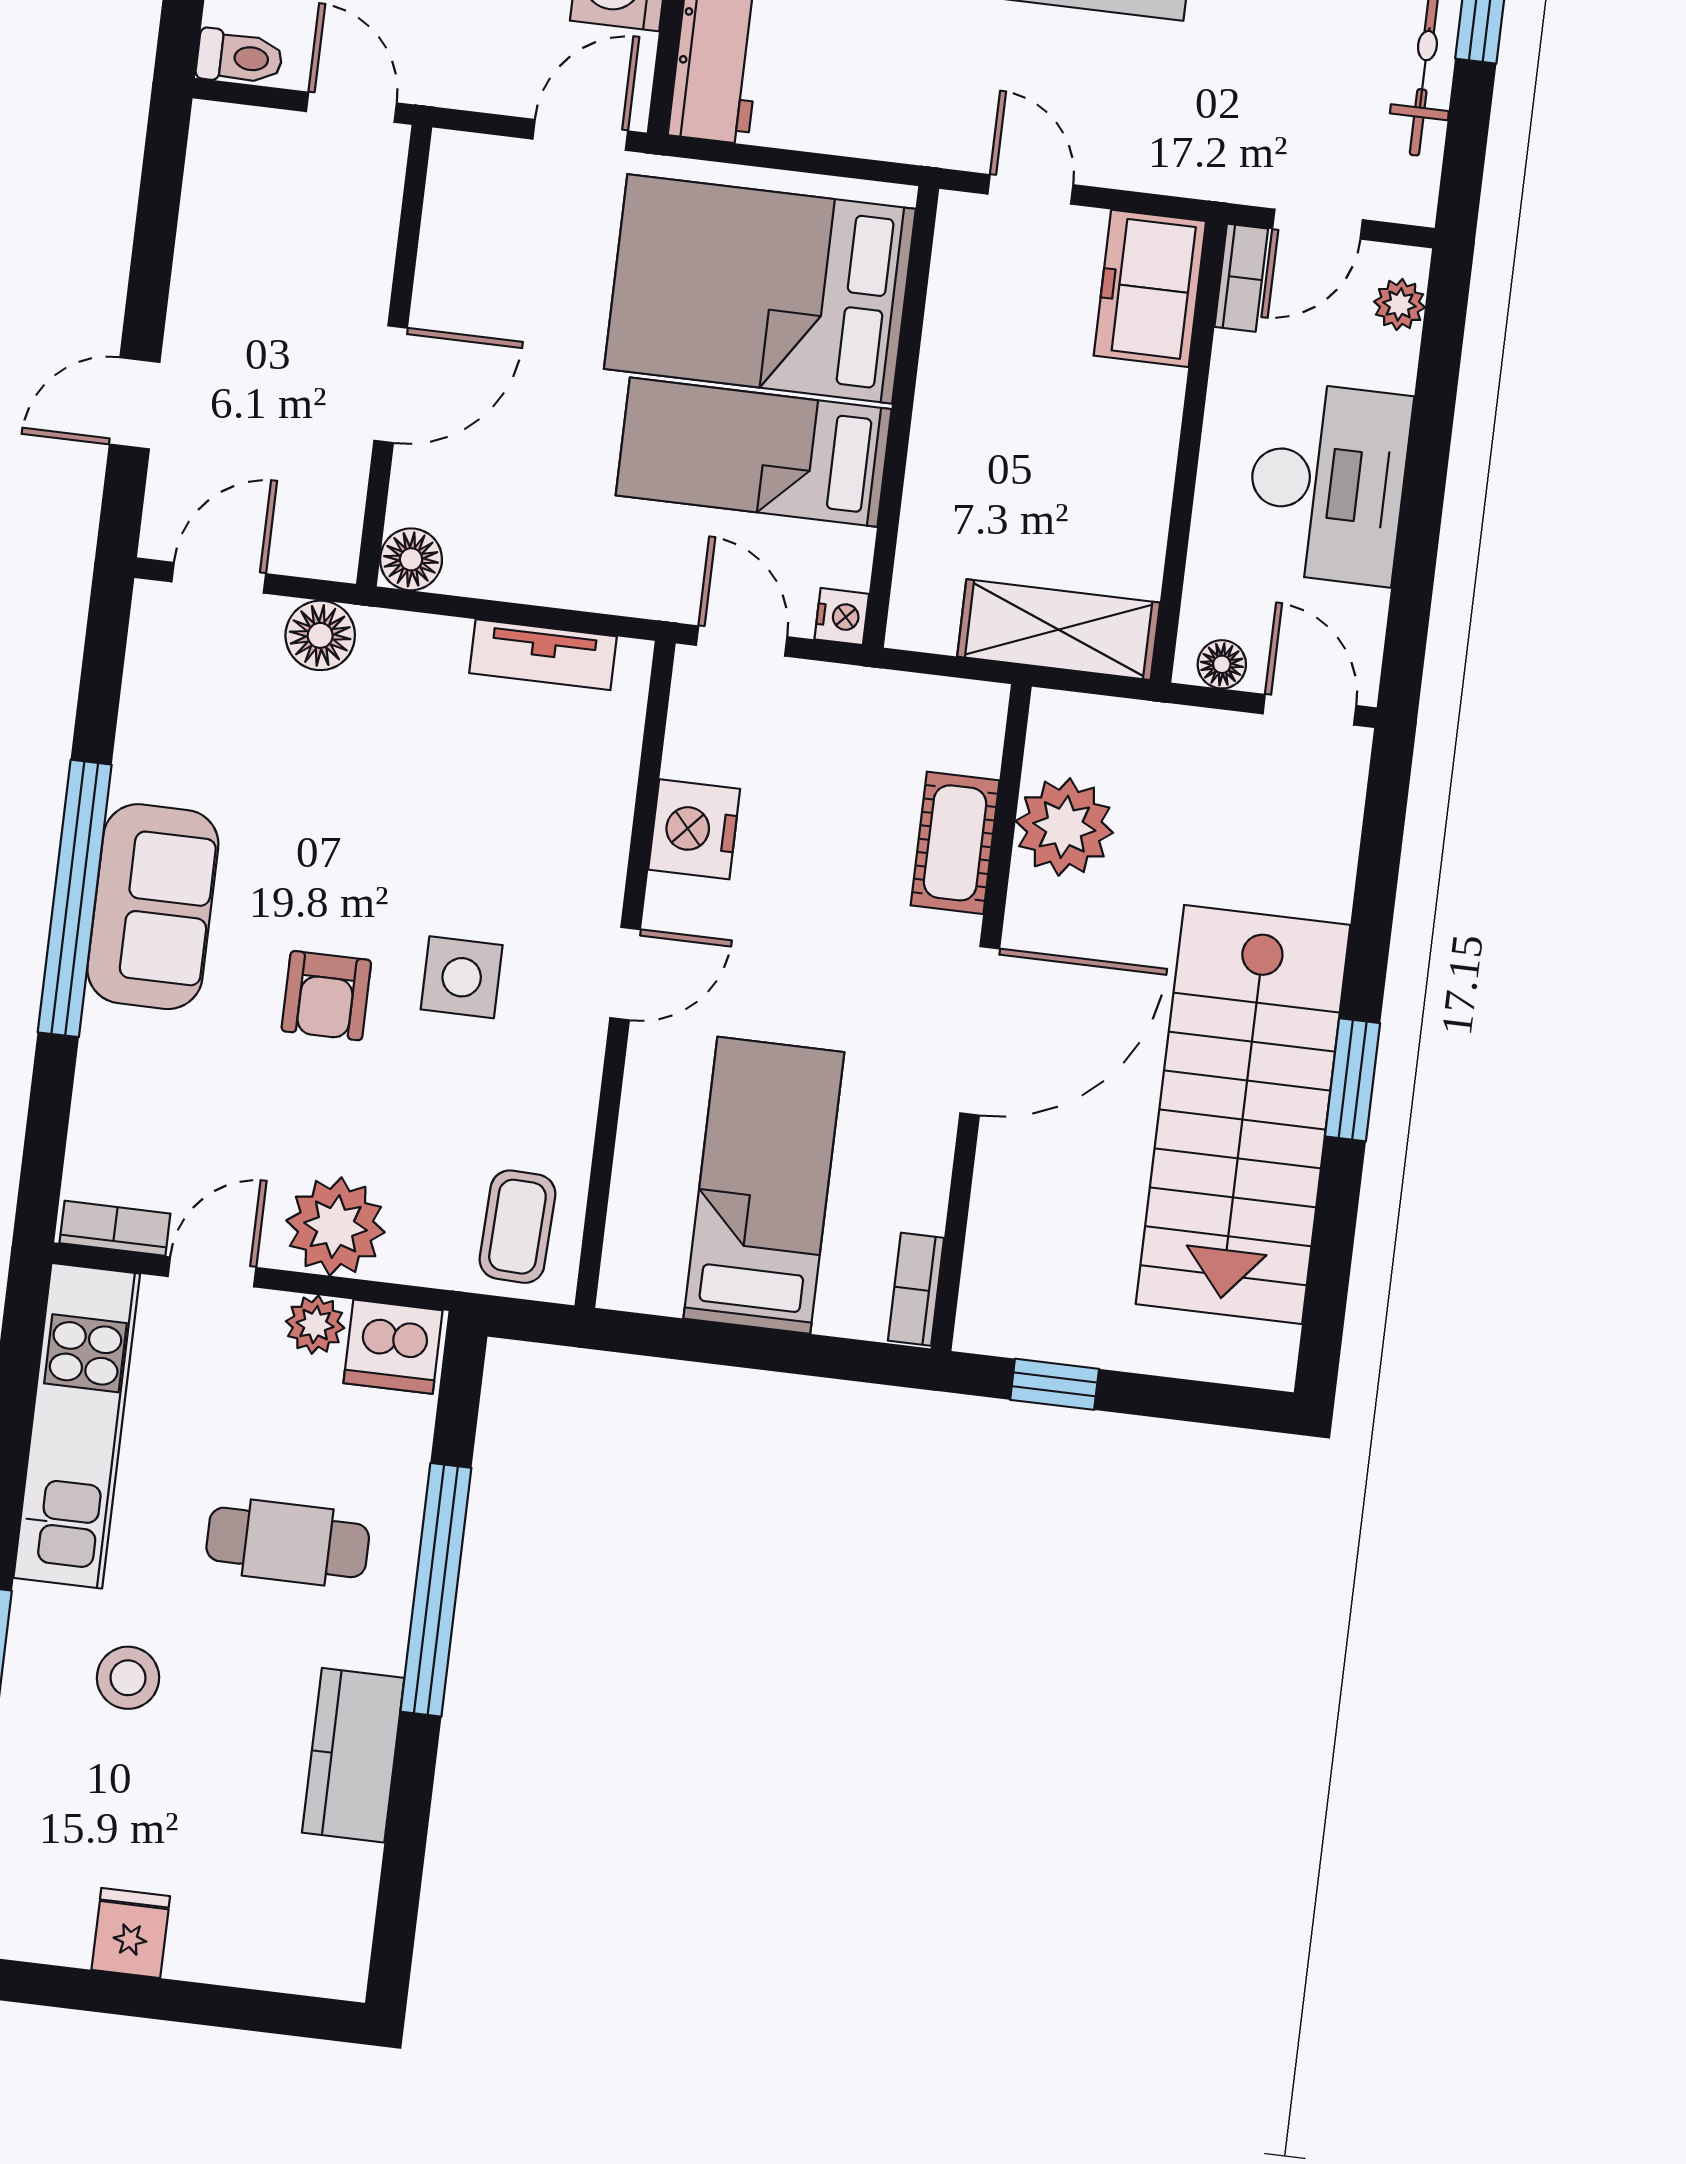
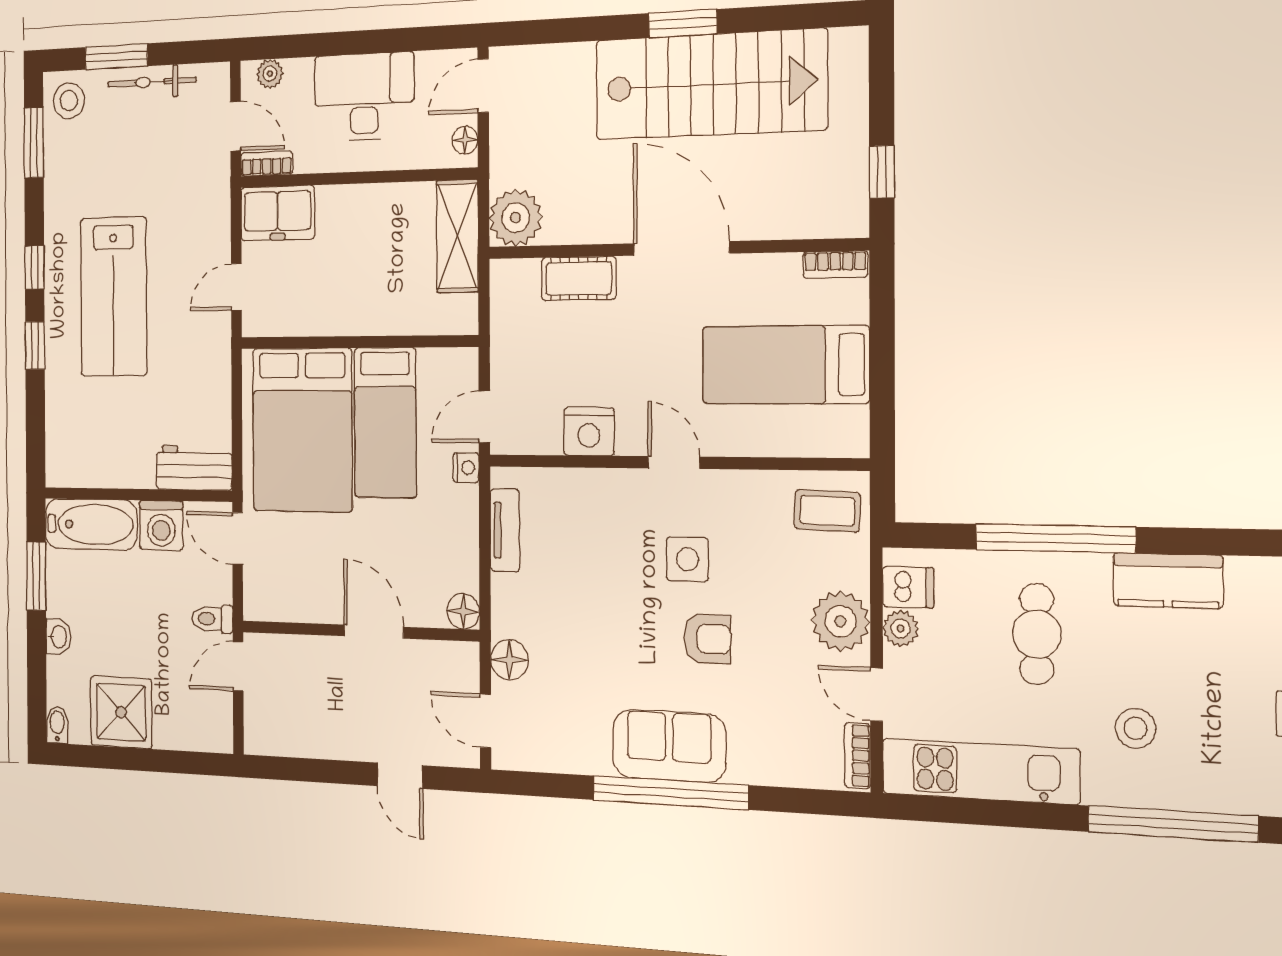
toilet: (240, 57) -> (212, 619), moved, turned -90
nightstand: (842, 617) -> (466, 468), moved, turned 90
plant: (1064, 827) -> (516, 218), moved
dishwasher: (393, 1347) -> (908, 587), width x0.73

